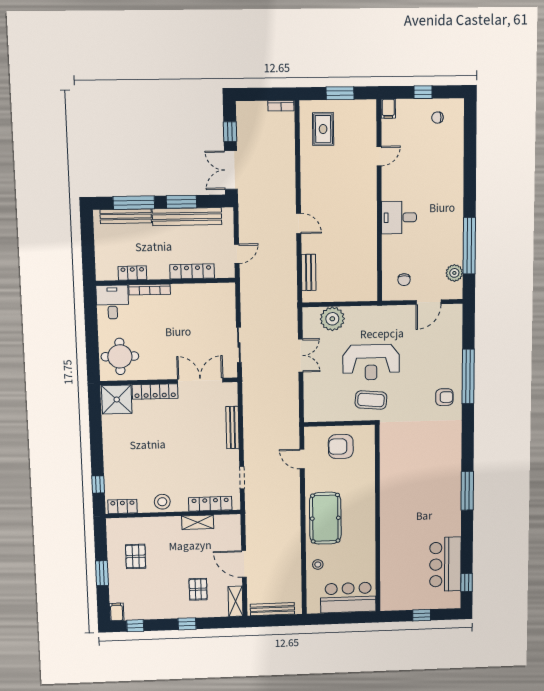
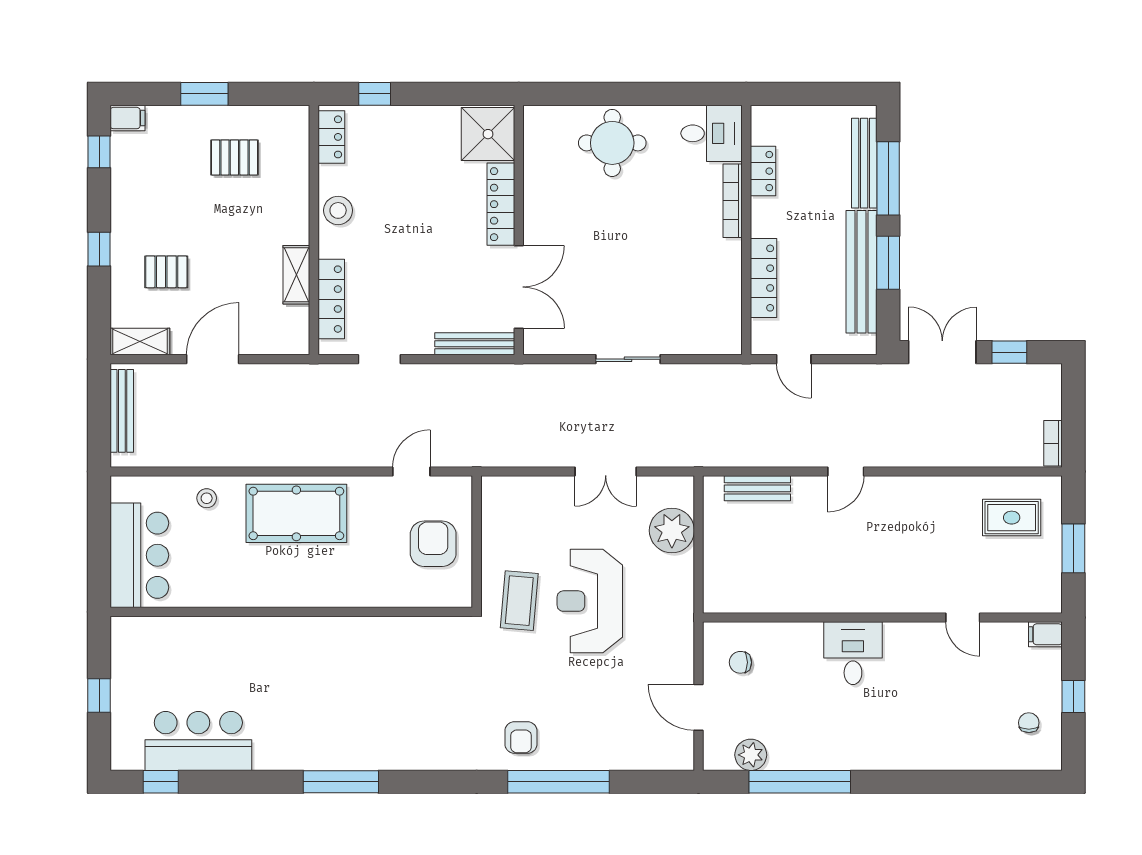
double door: (200, 381) -> (519, 287), moved
wall: (169, 382) -> (519, 230), moved
locker: (155, 392) -> (501, 204), moved
shower: (117, 400) -> (488, 134), moved

